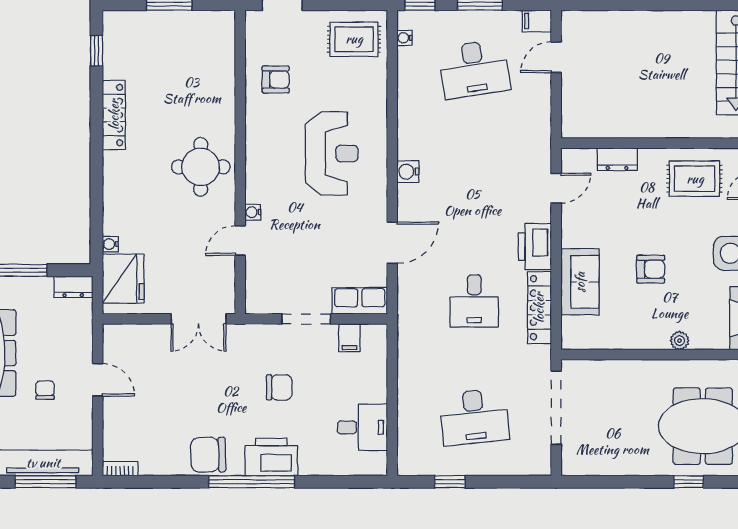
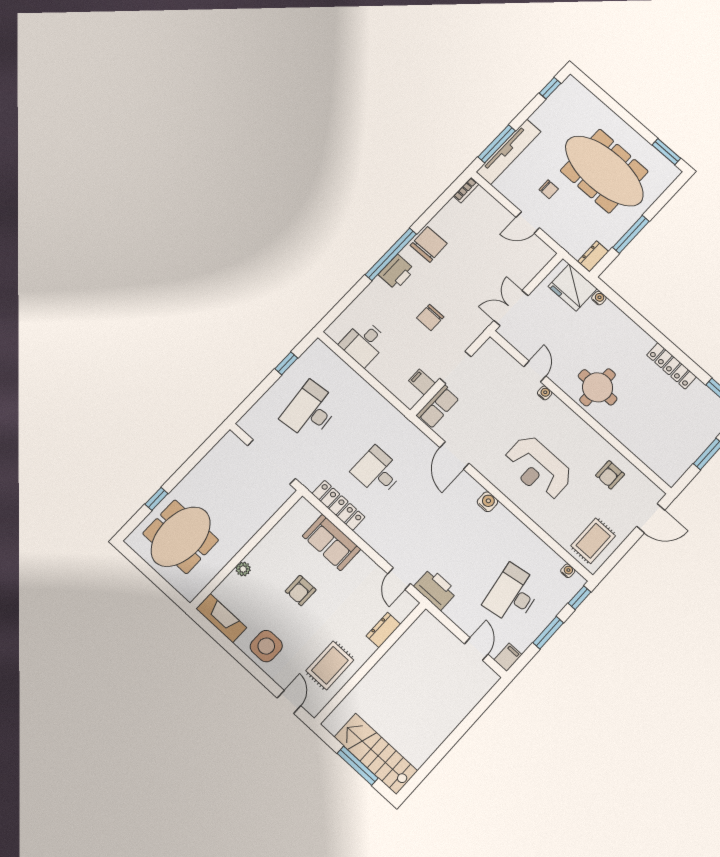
printer: (535, 247) -> (436, 589), moved
printer: (271, 457) -> (397, 272), width x0.73, depth x0.84

